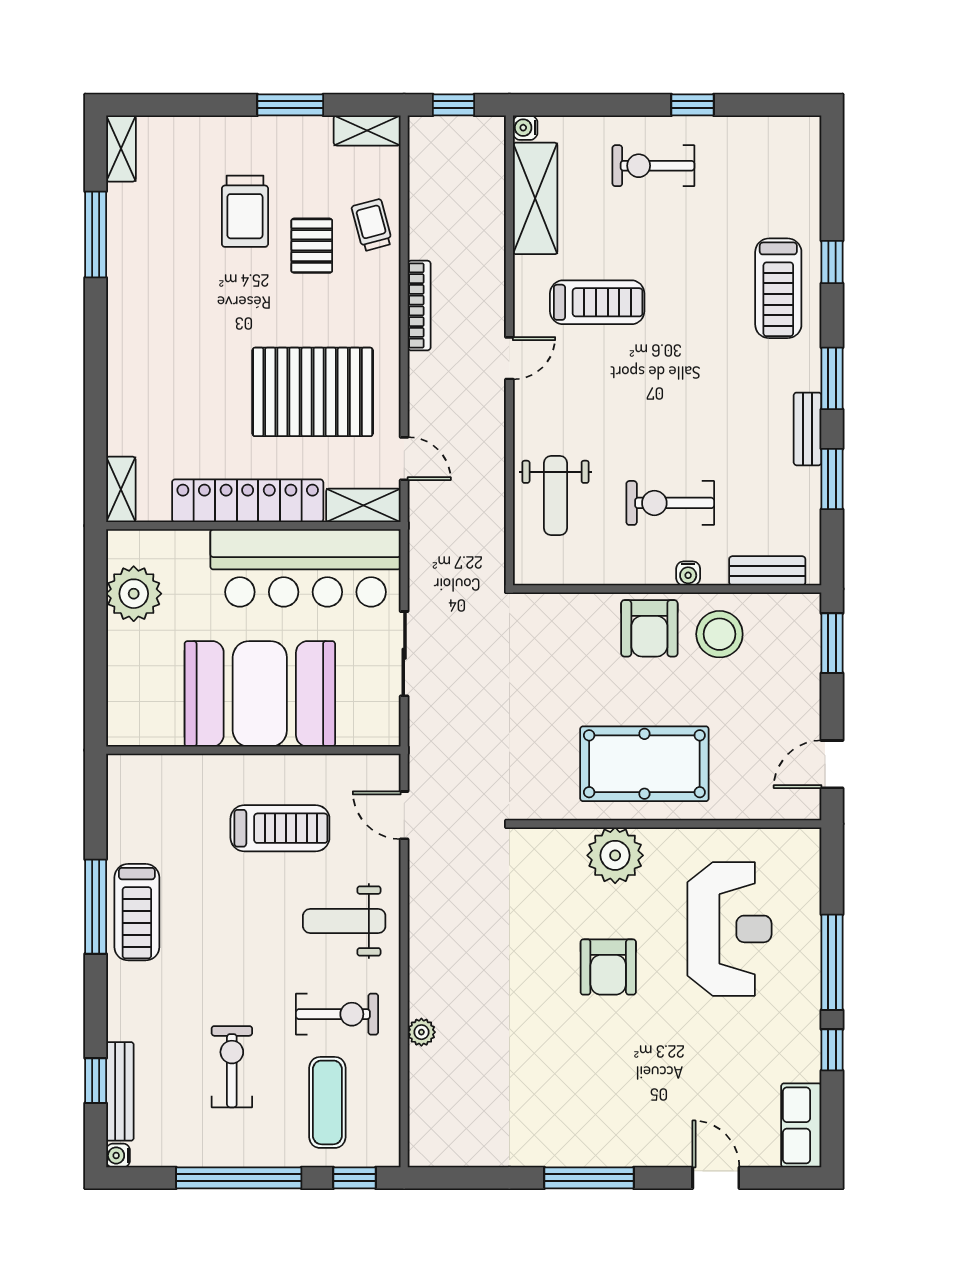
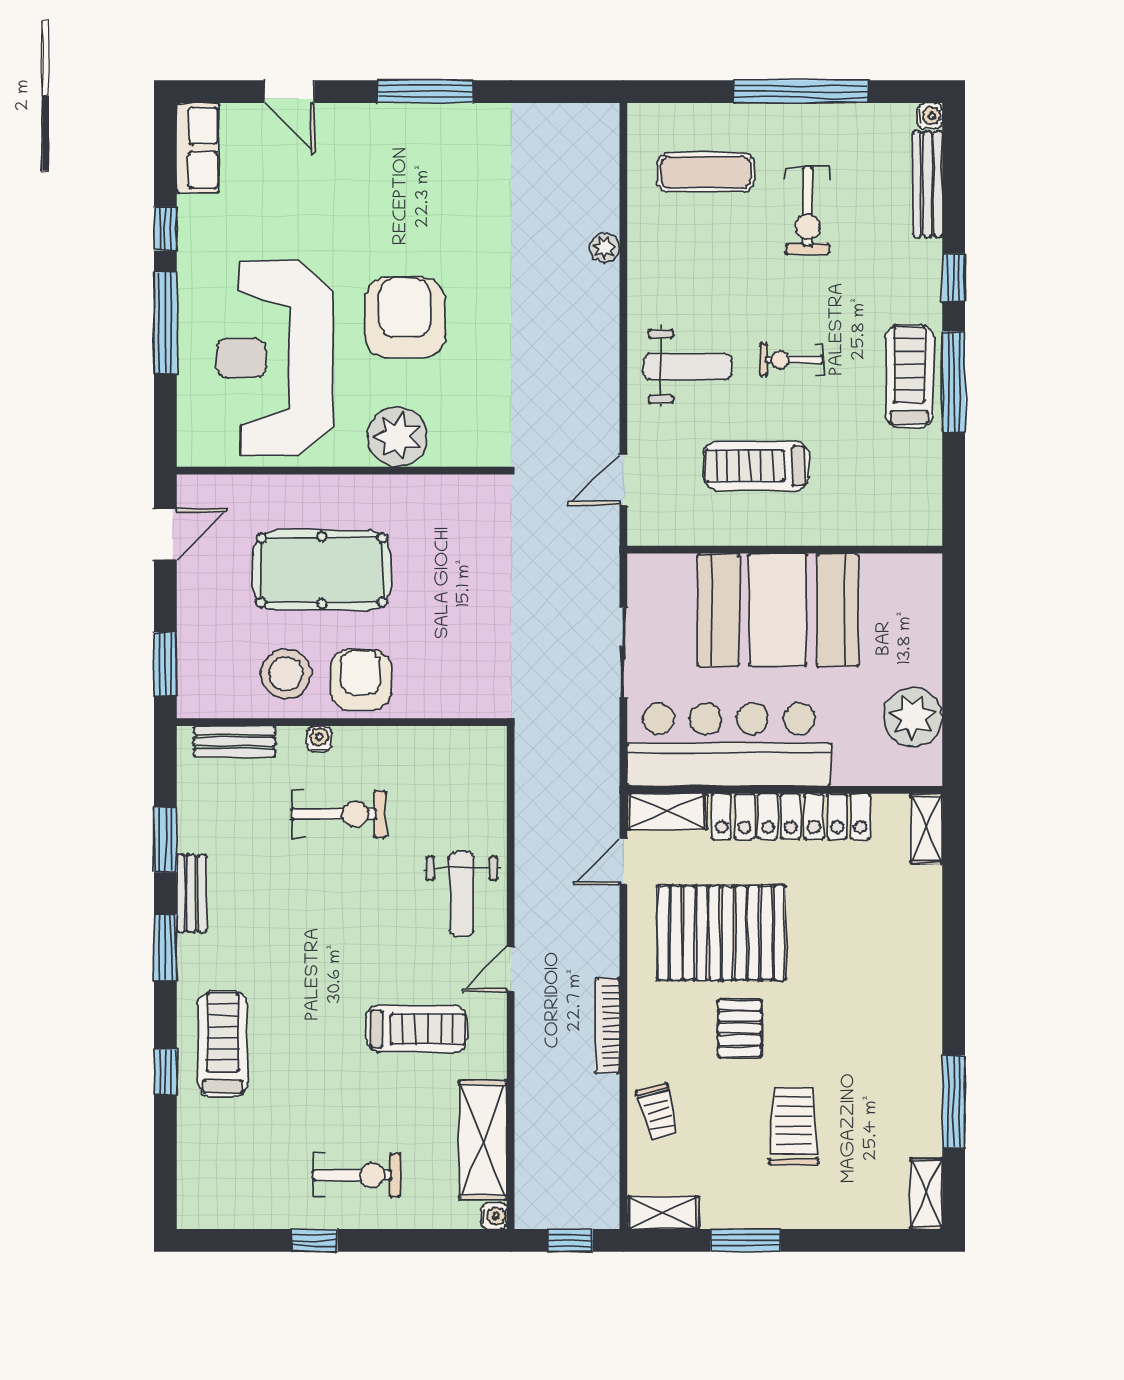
pallet: (312, 246) -> (740, 1028), moved
treadmill: (597, 302) -> (417, 1029), turned 180
door: (404, 459) -> (623, 862), hinge flipped
weight bench: (556, 496) -> (462, 894), moved, turned 180
pool table: (644, 764) -> (322, 570), moved
door: (404, 815) -> (623, 480), swing flipped
reception desk: (730, 929) -> (275, 358), width x1.36, depth x1.30
armchair: (608, 967) -> (405, 317), width x1.36, depth x1.36
exercise bike: (337, 1014) -> (791, 360), moved, width x0.73, depth x0.72
window: (96, 1081) -> (954, 278), moved
exercise mat: (327, 1102) -> (705, 172), turned 90
window: (355, 1178) -> (676, 92), removed

